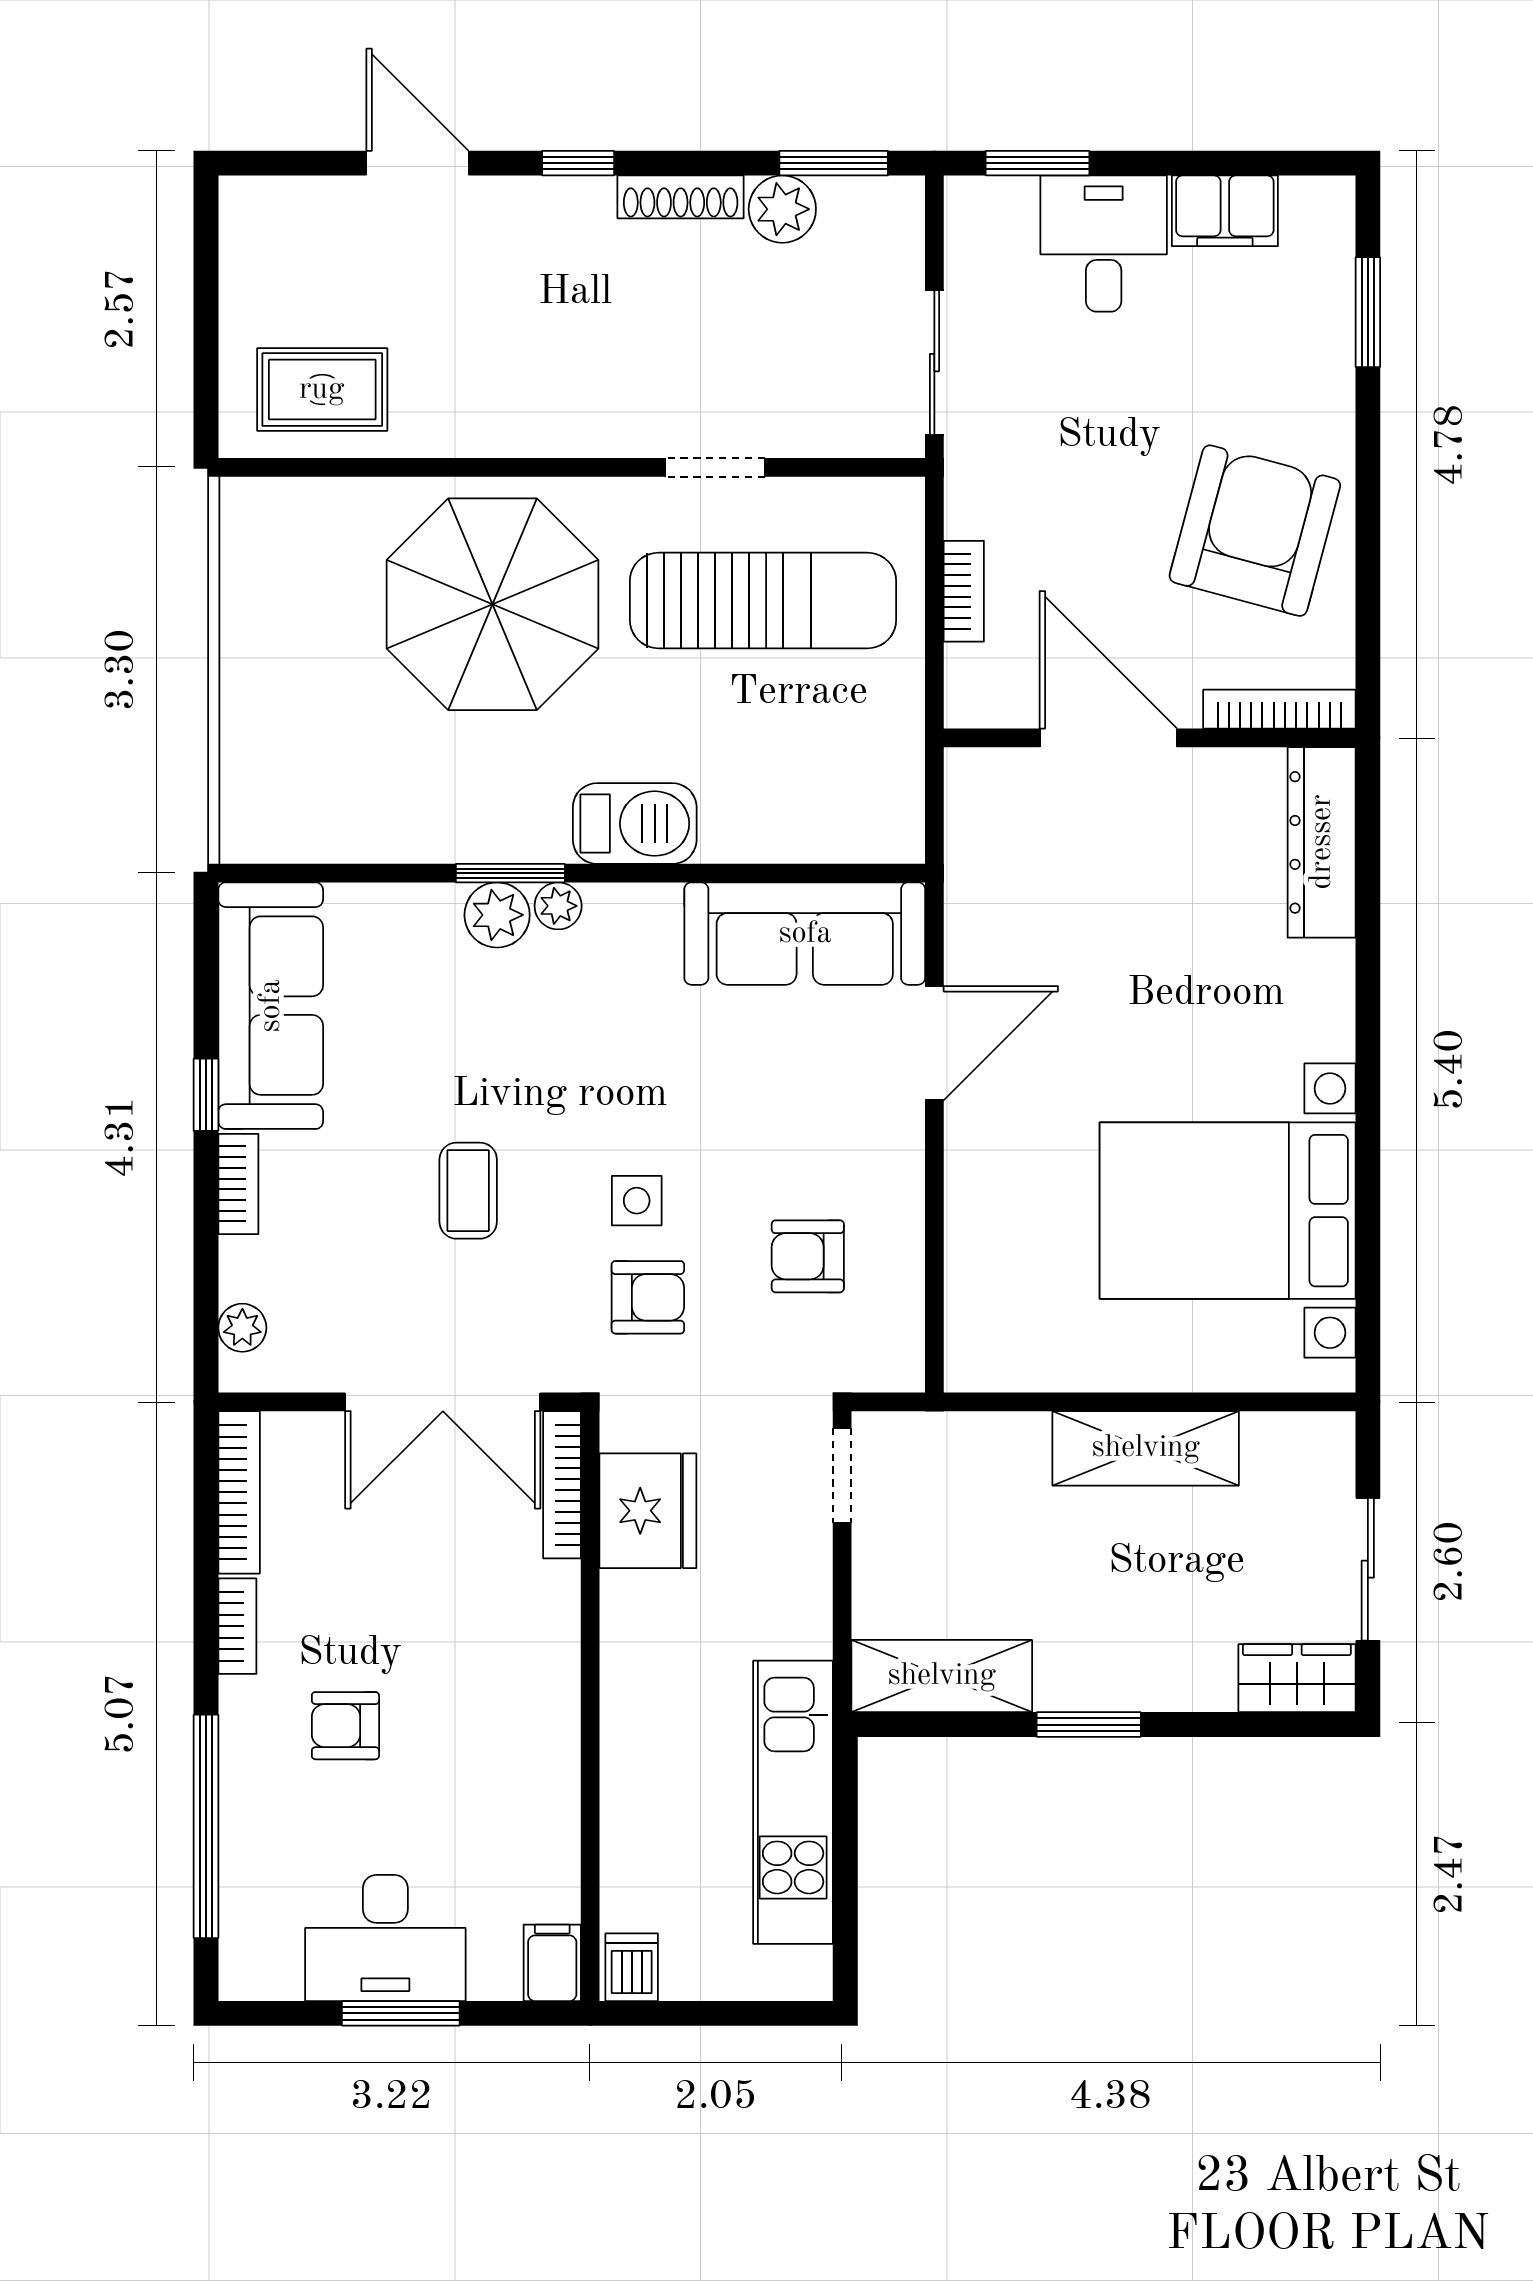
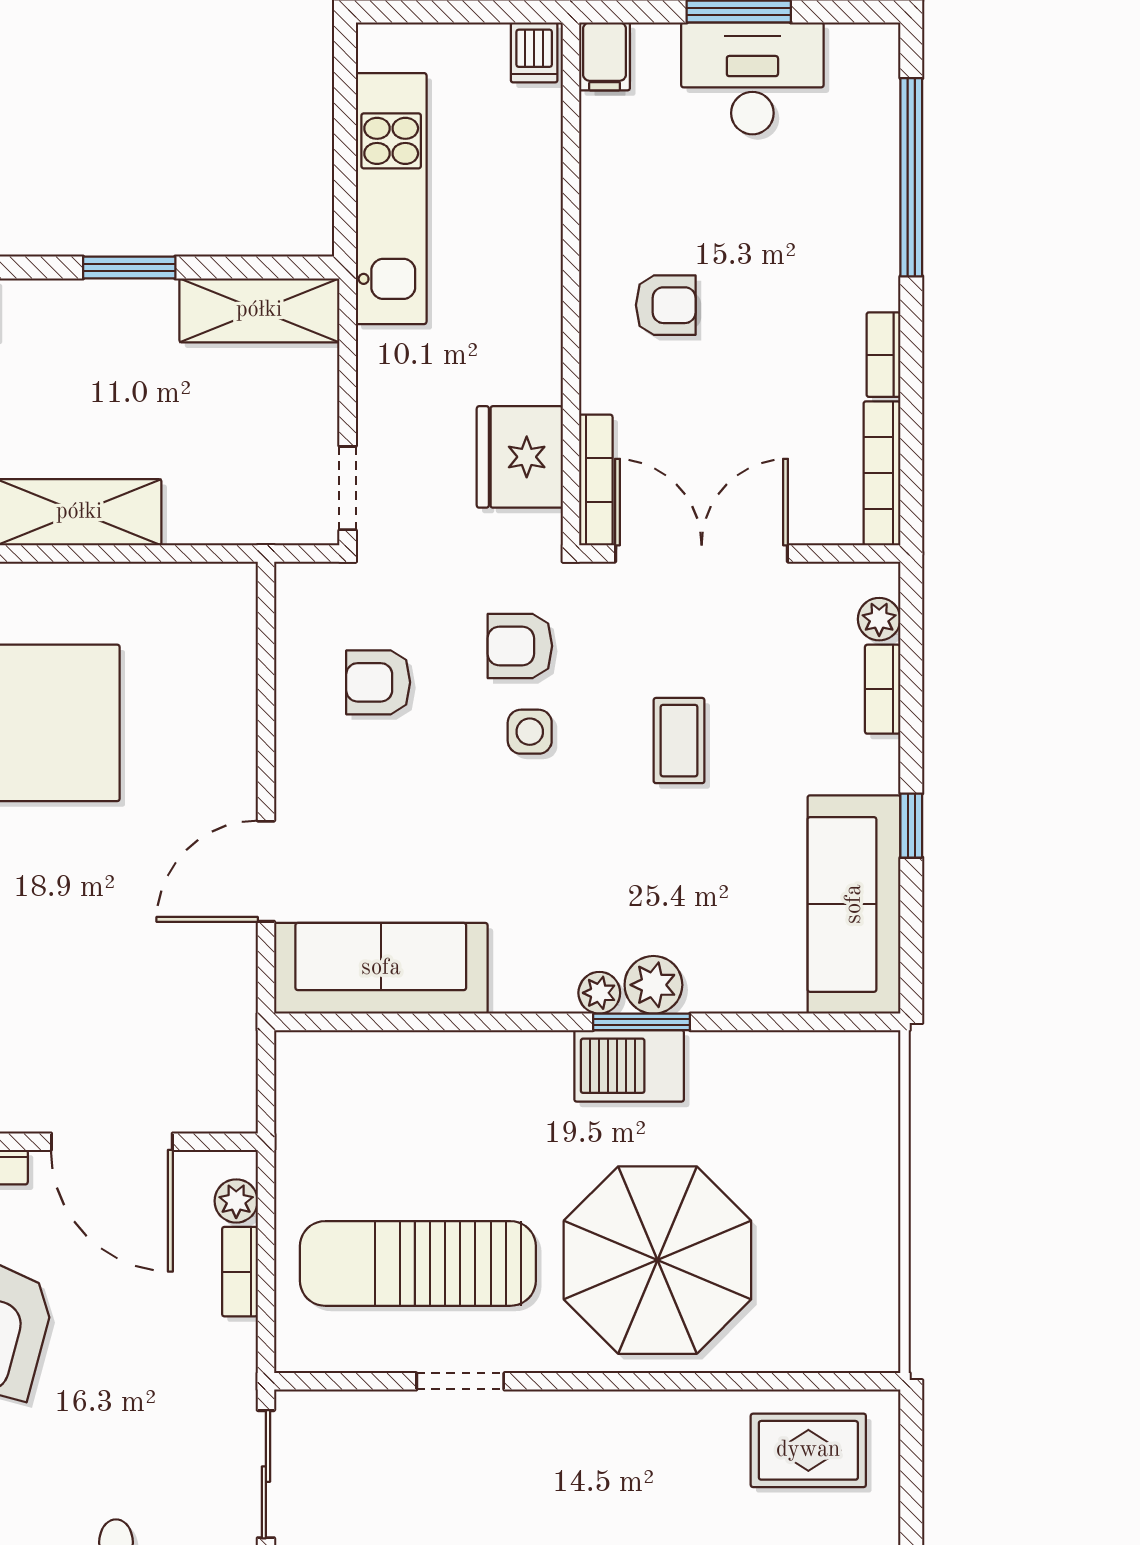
plant: (968, 671) -> (236, 1201), added
barbecue: (635, 824) -> (629, 1066), moved
bookcase: (238, 1184) -> (883, 689), moved
armchair: (808, 1256) -> (378, 682), turned 180
armchair: (345, 1726) -> (666, 305), moved

